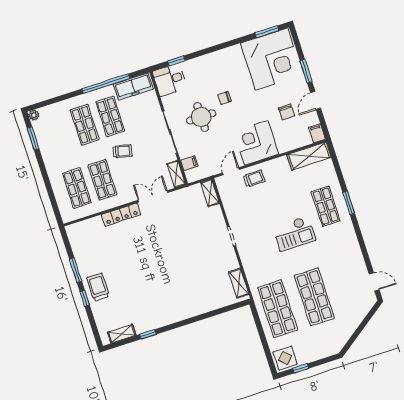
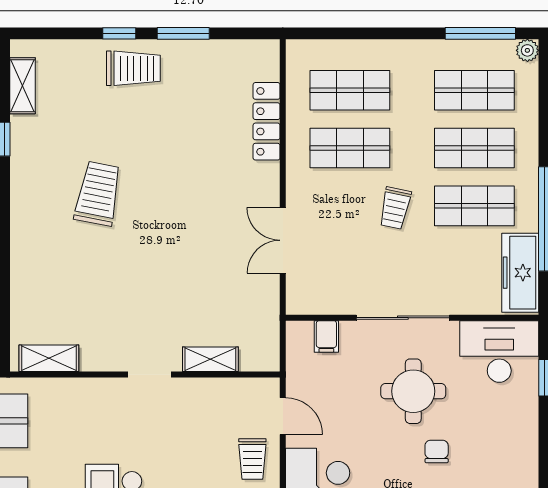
desk: (170, 80) -> (499, 351), width x1.37
shop shelf: (59, 133) -> (474, 90), added
window: (33, 138) -> (480, 33), width x1.44
shelving: (176, 174) -> (313, 303), removed
shelving: (210, 193) -> (210, 359), moved
double door: (153, 196) -> (283, 240), swing flipped
locker: (121, 215) -> (267, 121), moved
trolley: (159, 285) -> (98, 194), added

